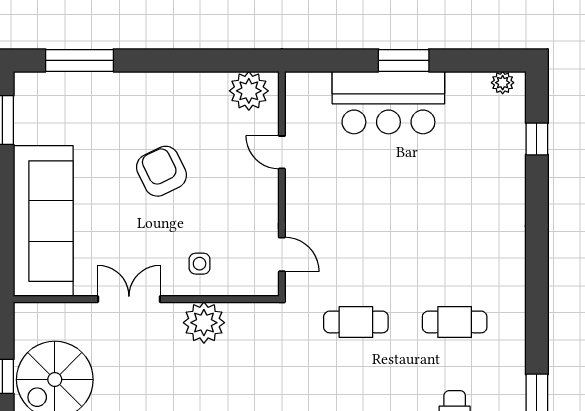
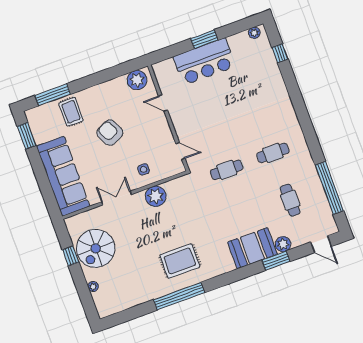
rug: (103, 105) -> (71, 112), added

